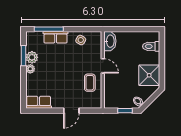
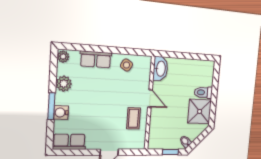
window: (49, 29) -> (88, 48), removed
toilet: (151, 46) -> (203, 92), moved
window: (24, 56) -> (51, 106), moved
plant: (30, 69) -> (63, 57), moved
water cooler: (31, 79) -> (61, 113), added

